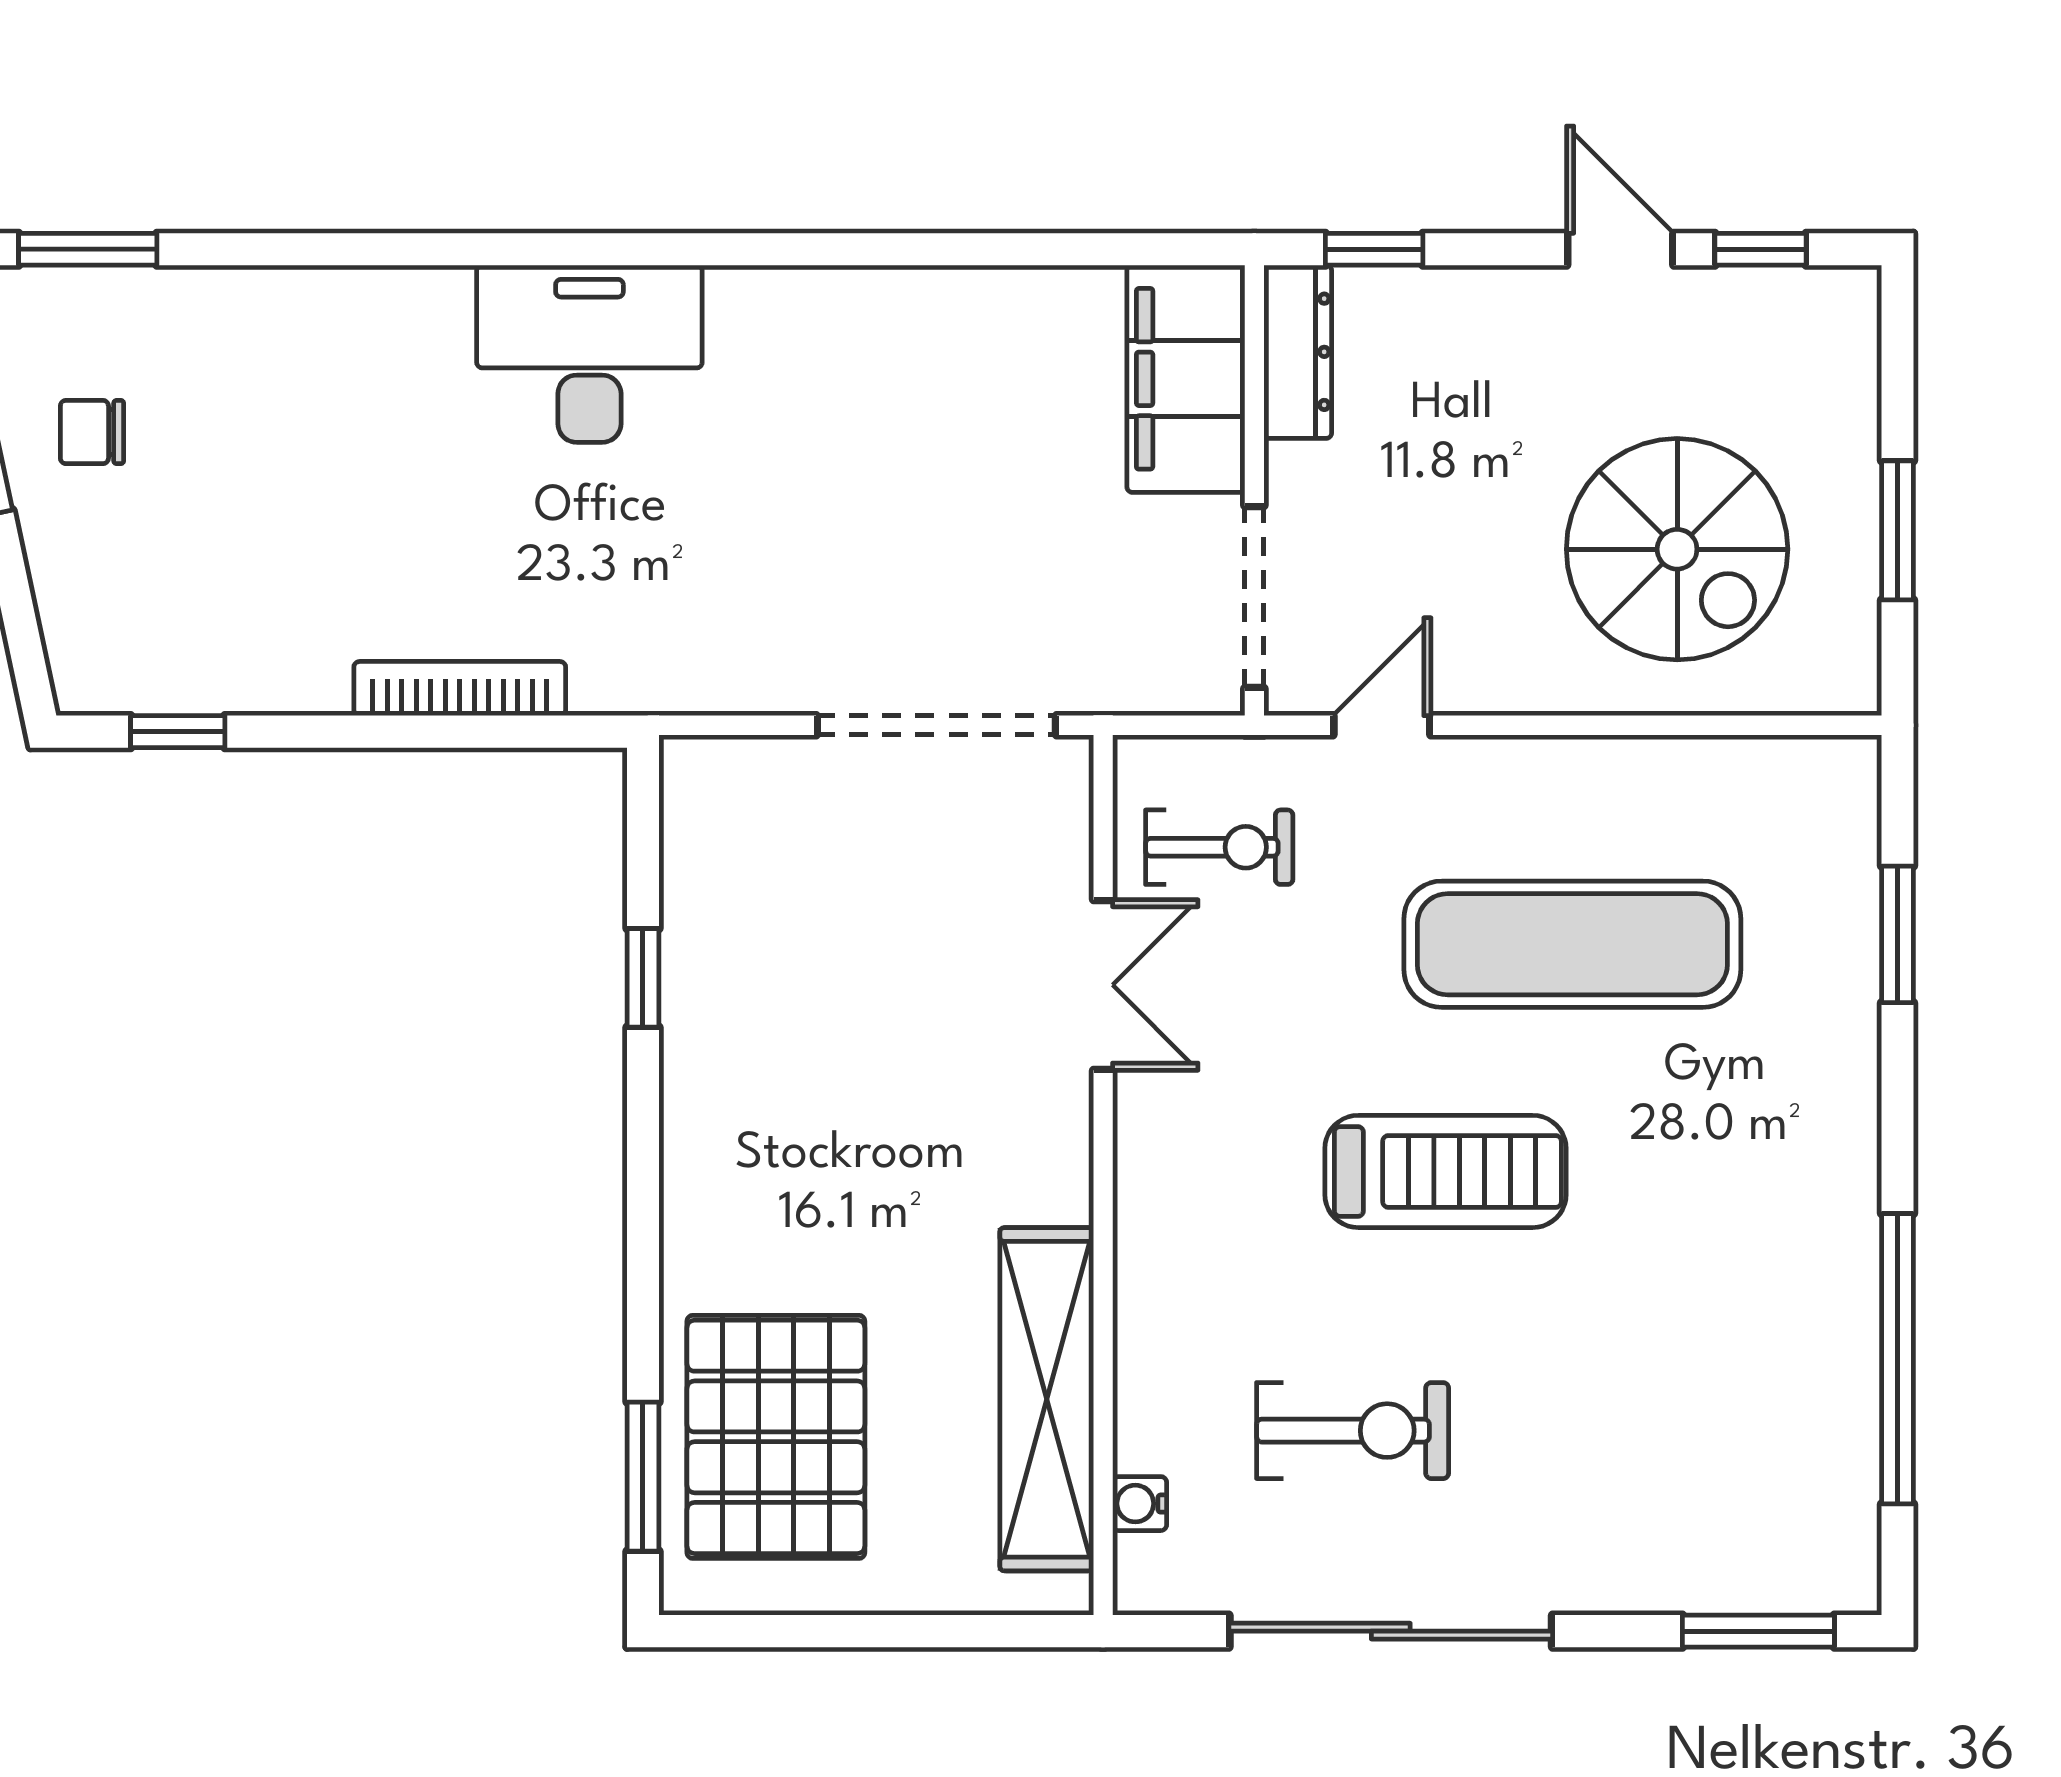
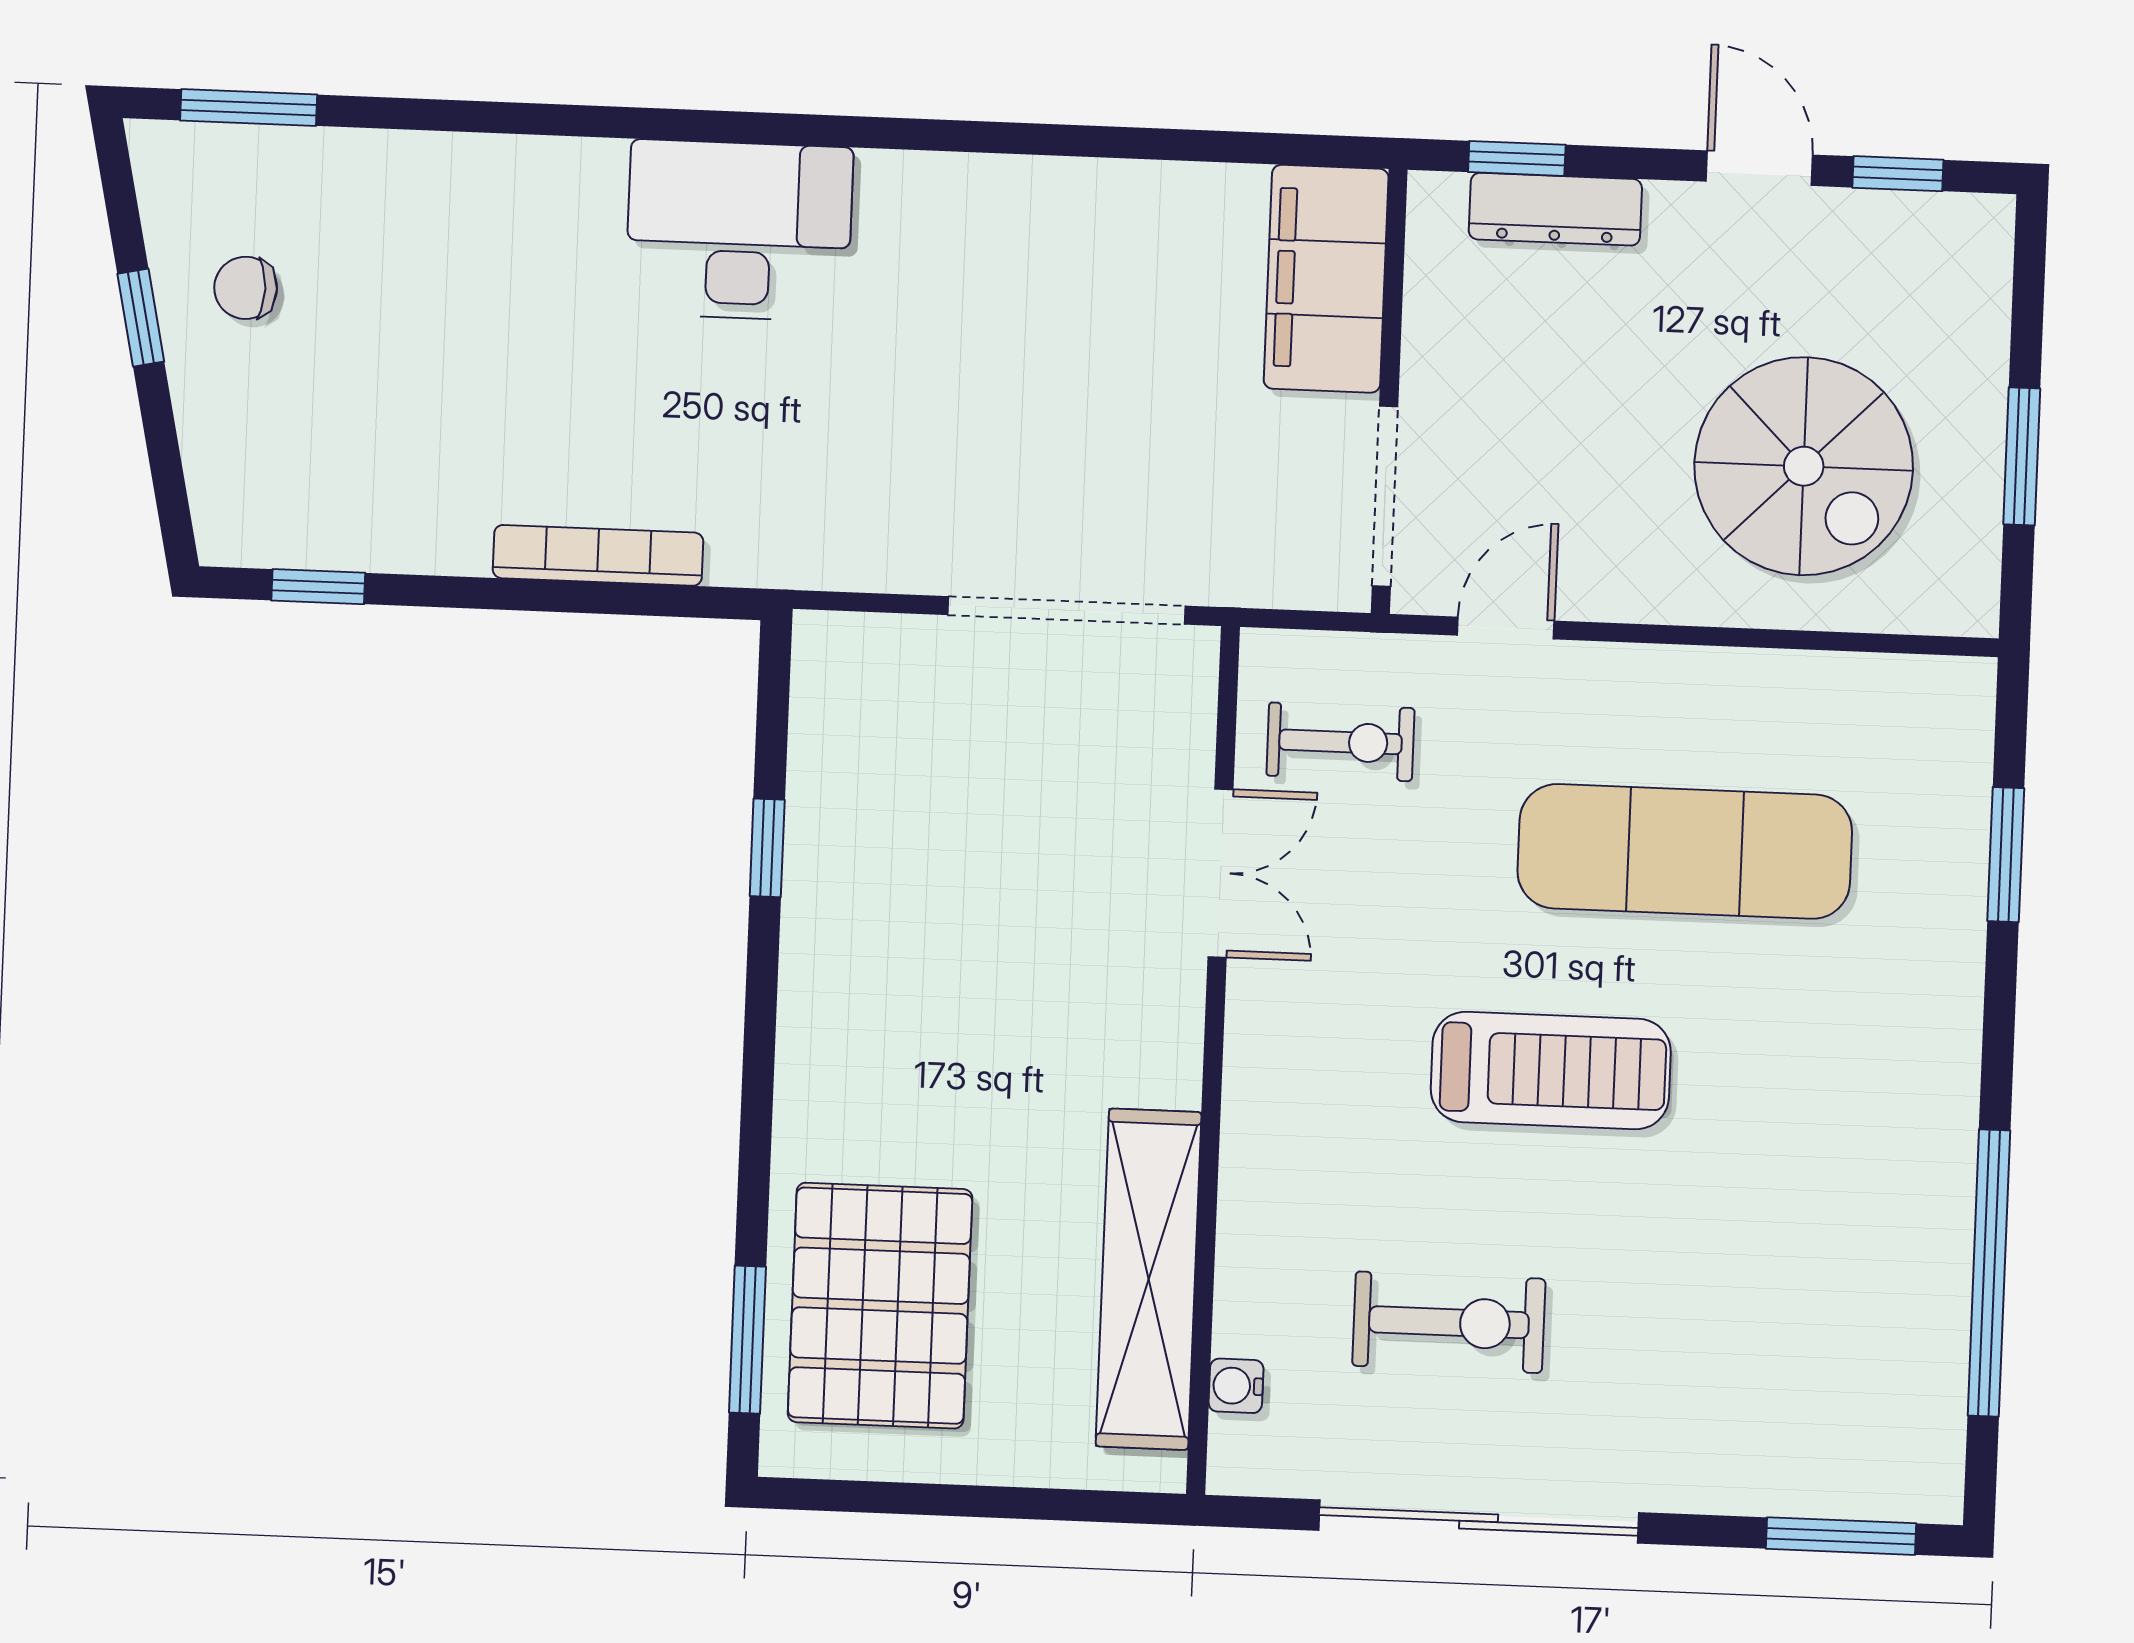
dresser: (1298, 352) -> (1555, 209), moved, turned 90

